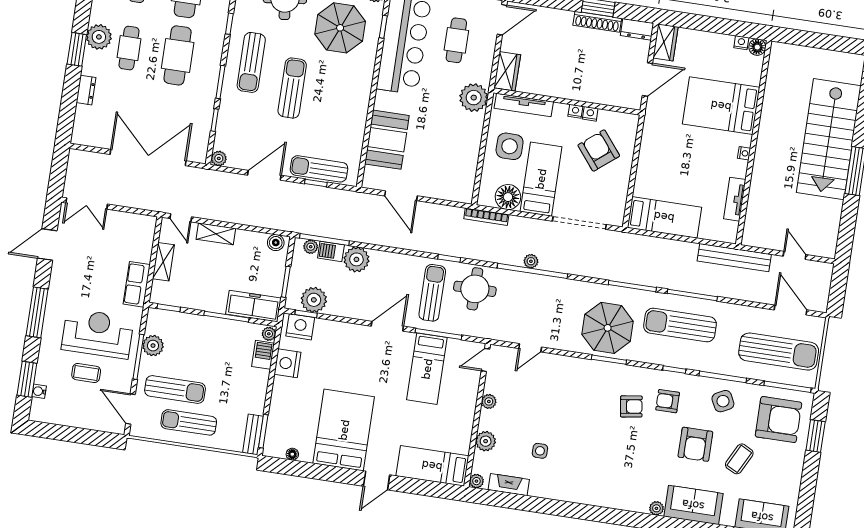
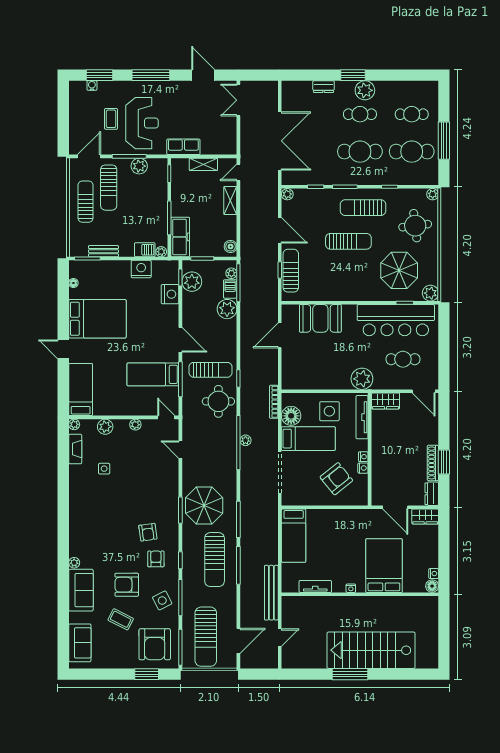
sun lounger: (680, 325) -> (215, 560), turned 180
nightstand: (300, 327) -> (170, 294), moved
bench: (253, 435) -> (103, 251), moved

